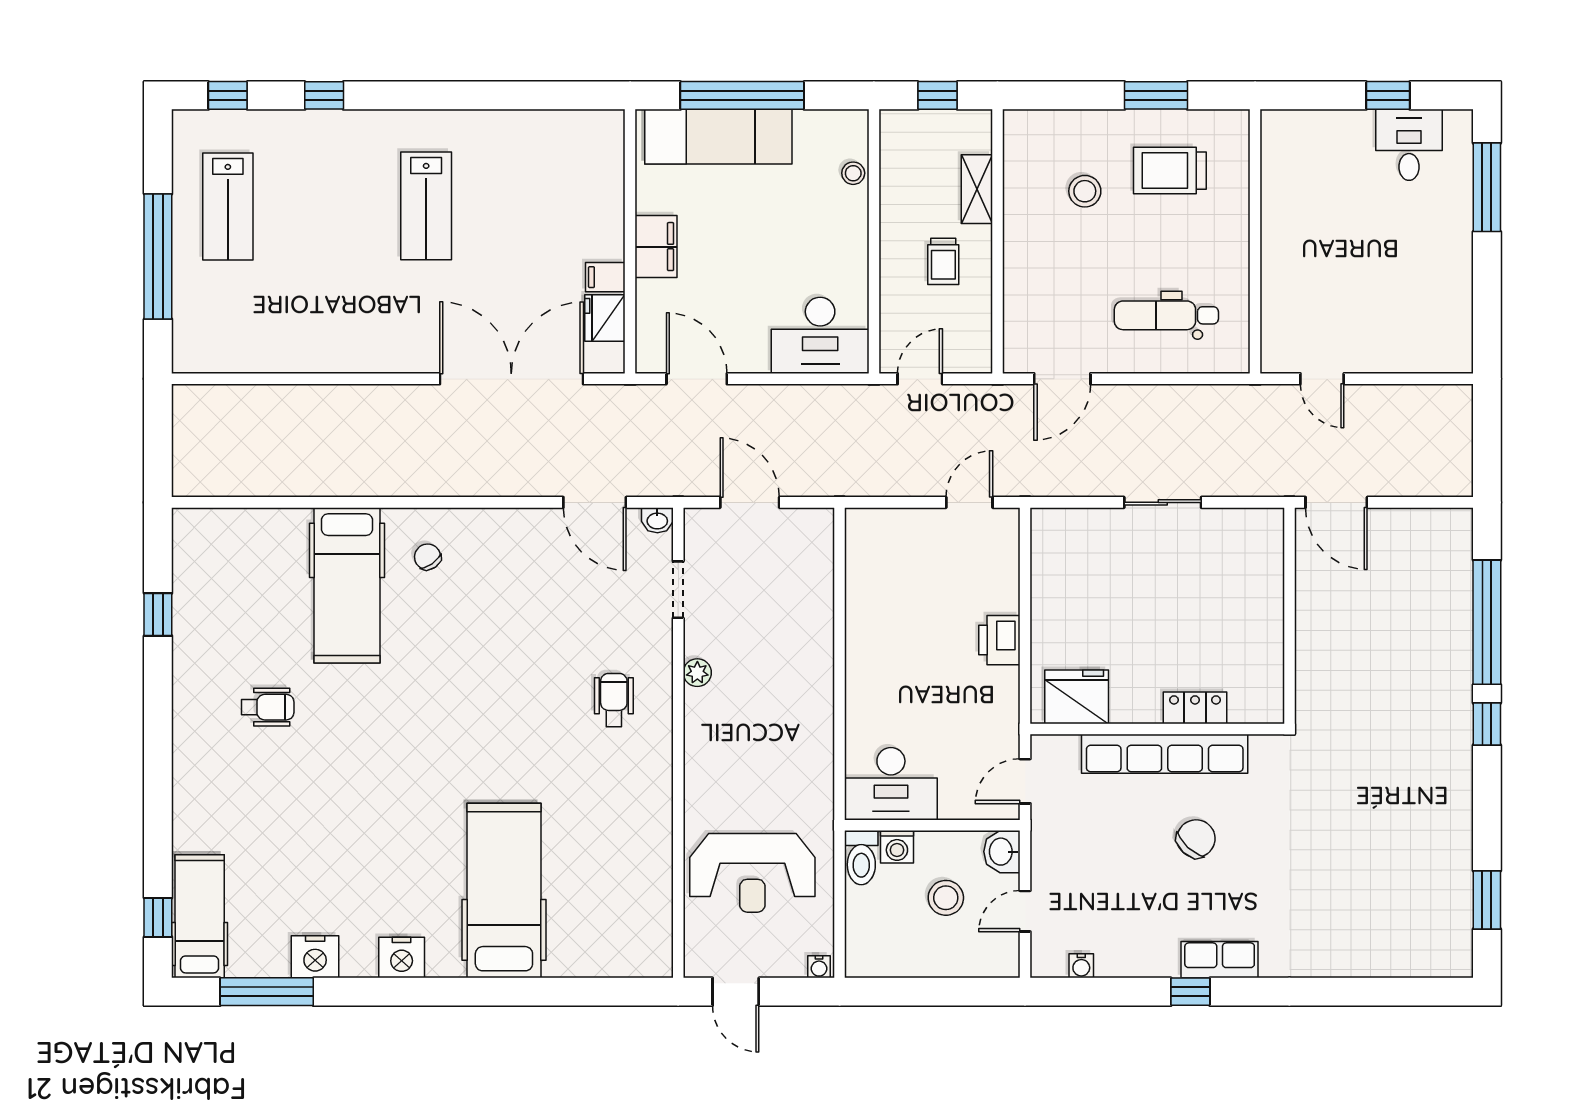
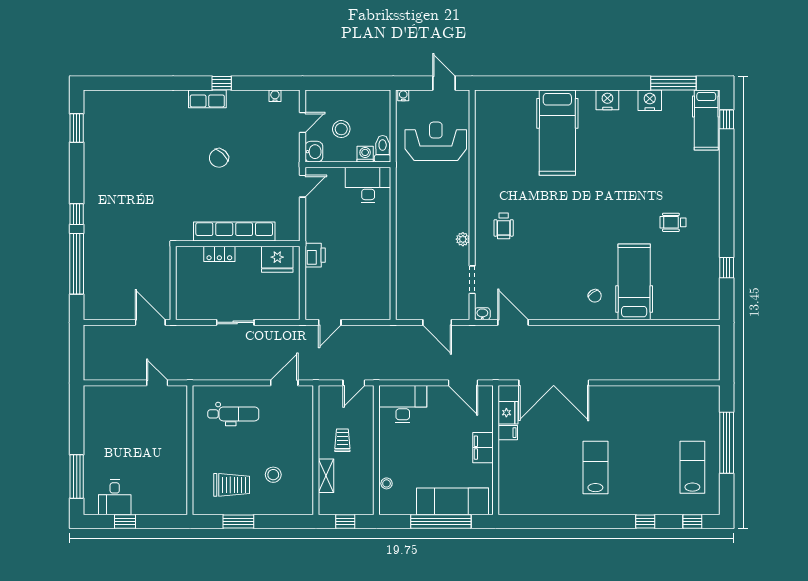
fridge: (1077, 697) -> (277, 259), moved
locker: (1195, 708) -> (219, 254), moved
wall: (1157, 729) -> (238, 244), moved
row of seats: (1165, 754) -> (234, 231), moved

